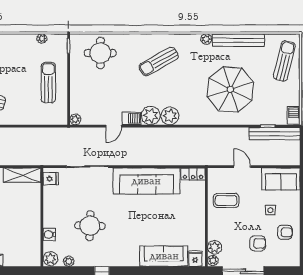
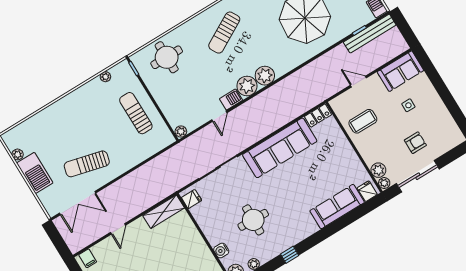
armchair: (285, 232) -> (434, 117), removed

